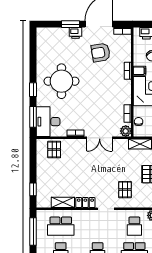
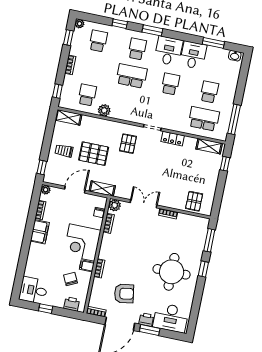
desk: (48, 122) -> (171, 318), moved, turned 90
shelving: (63, 202) -> (209, 146), moved
school desk: (134, 226) -> (126, 103), removed

